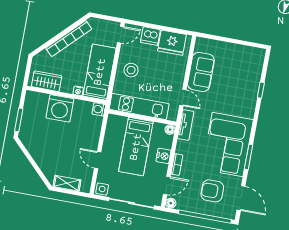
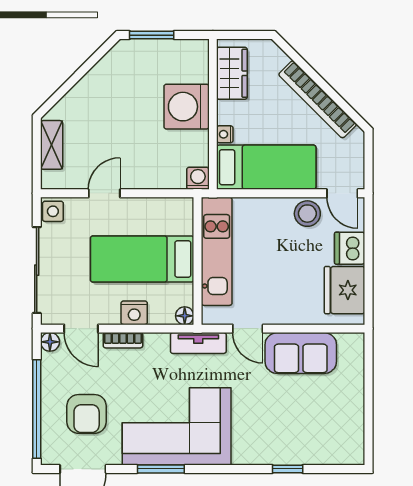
stool: (131, 70) -> (307, 214), moved
door: (183, 98) -> (248, 329), hinge flipped
armchair: (212, 191) -> (87, 414), turned 180

